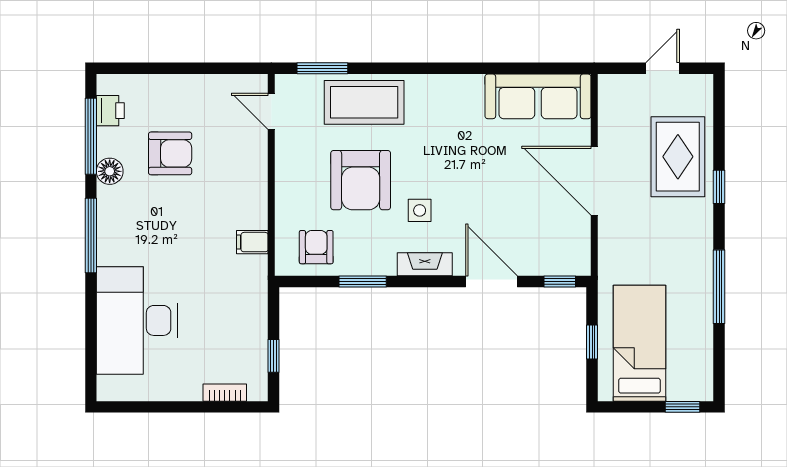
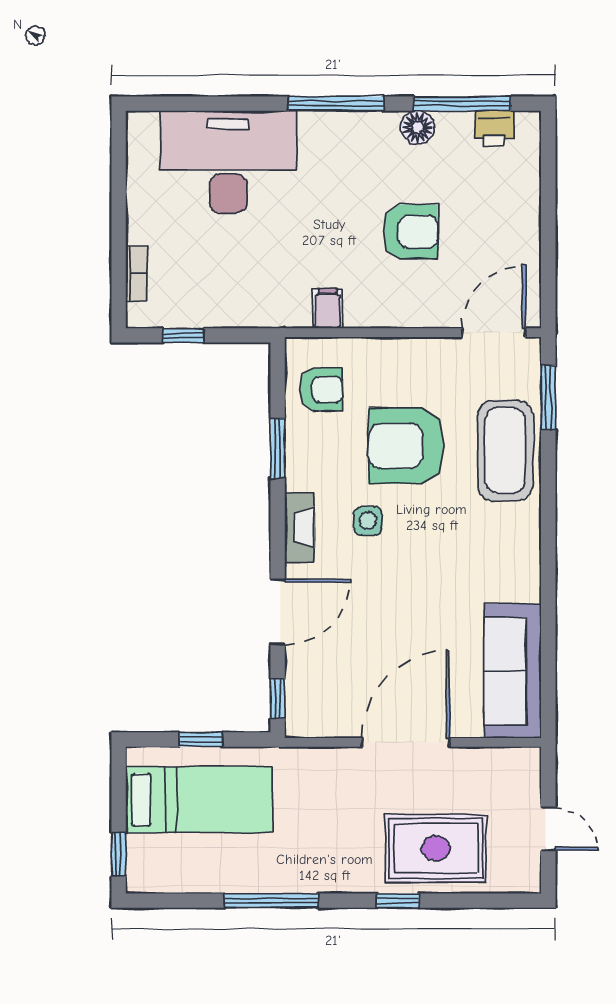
door: (271, 111) -> (494, 333), width x1.38
armchair: (170, 153) -> (410, 232), moved, turned -90

